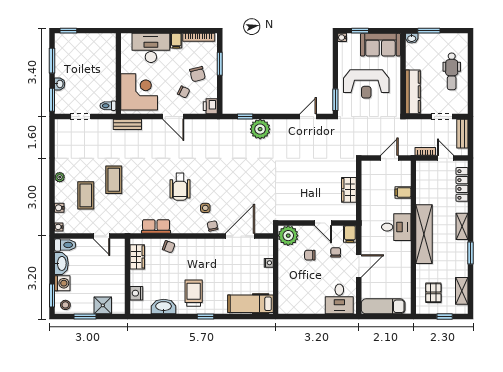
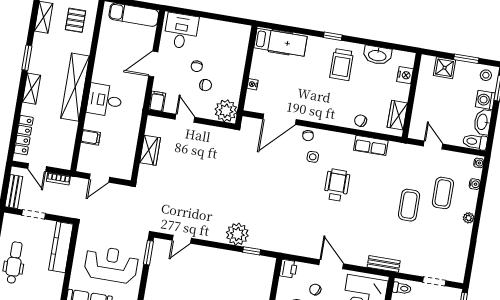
chair: (336, 252) -> (197, 66), moved

